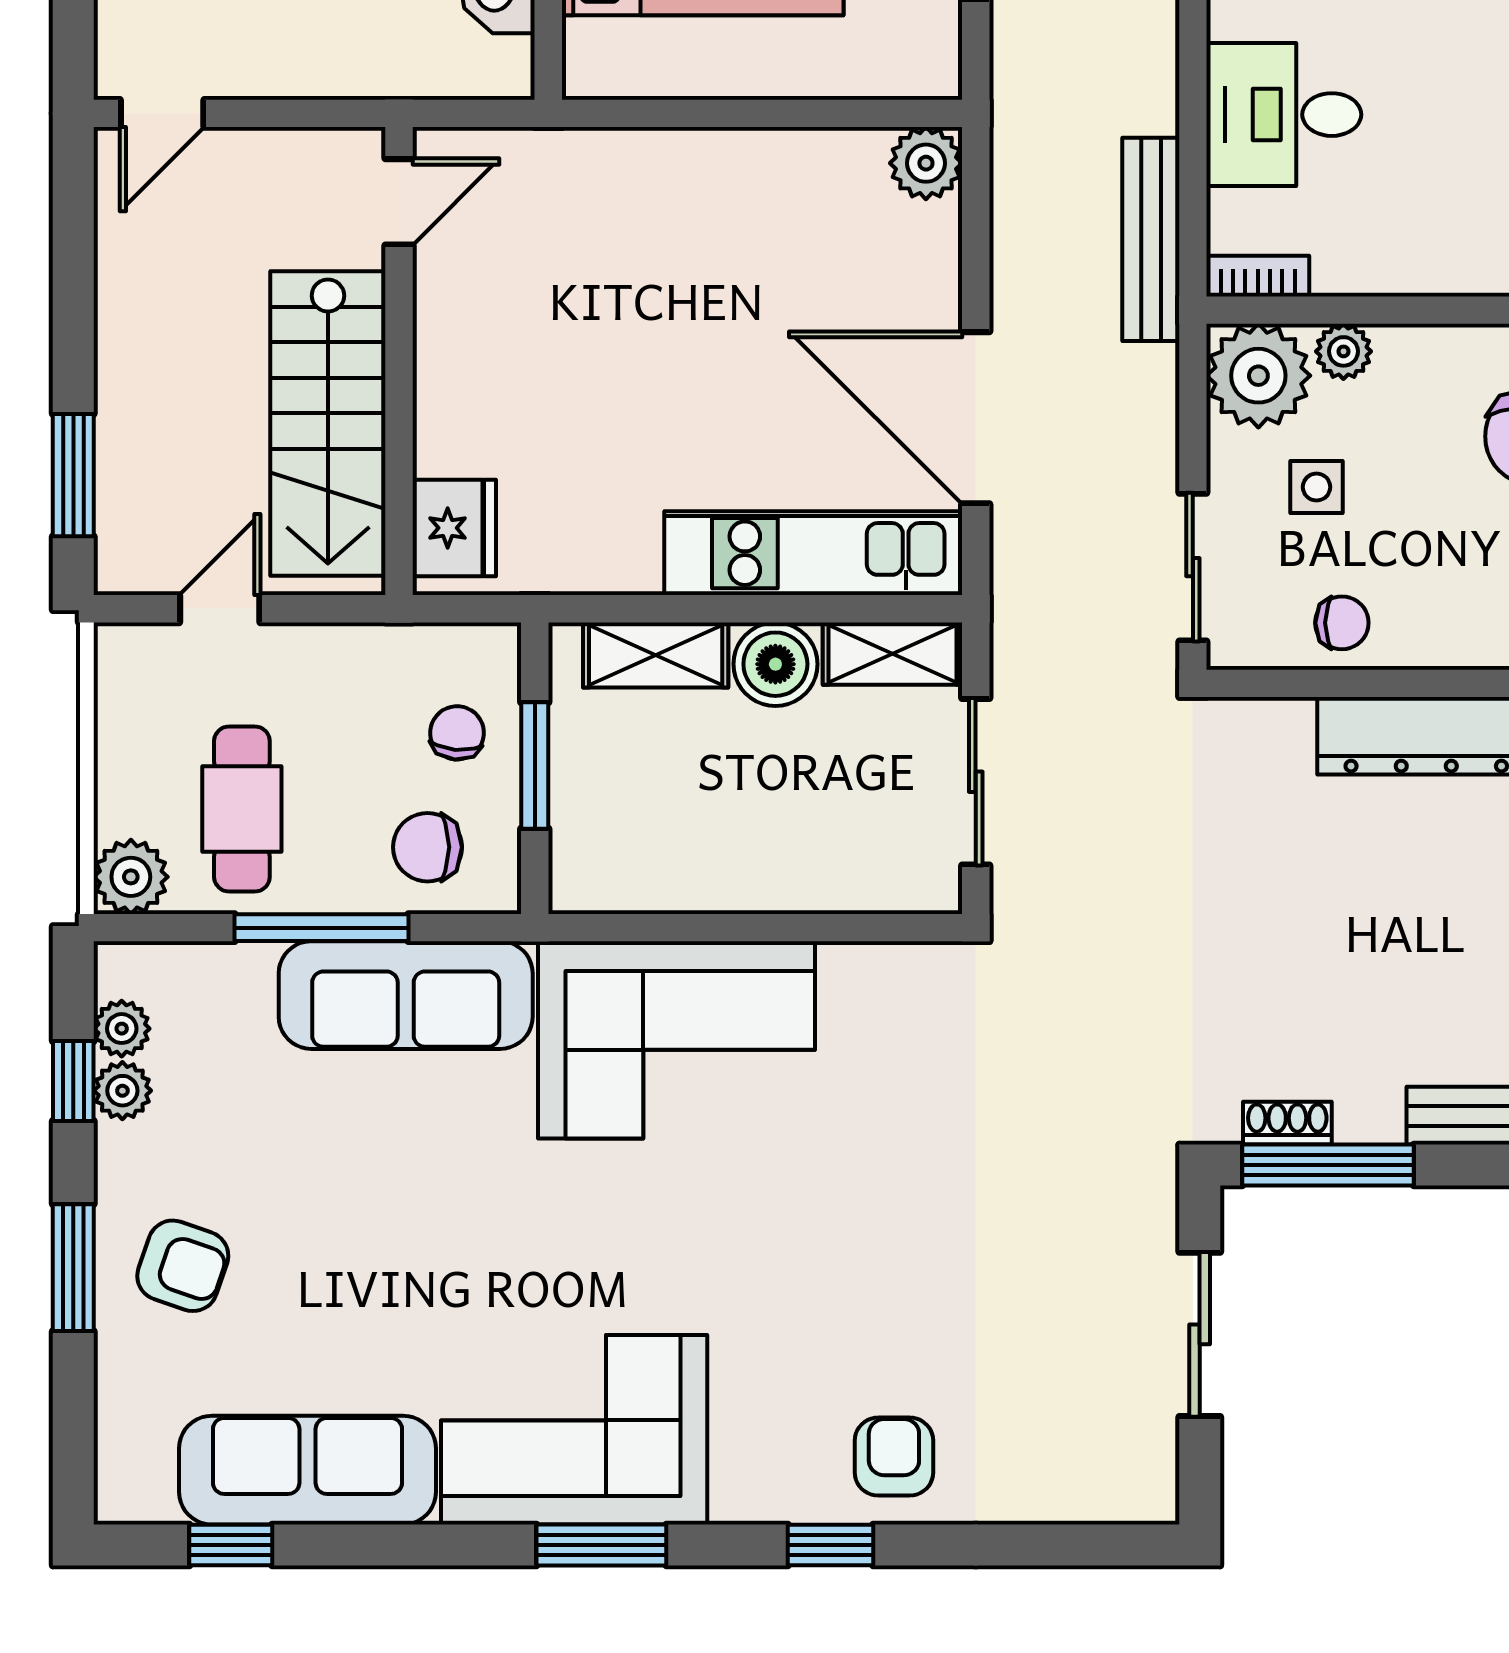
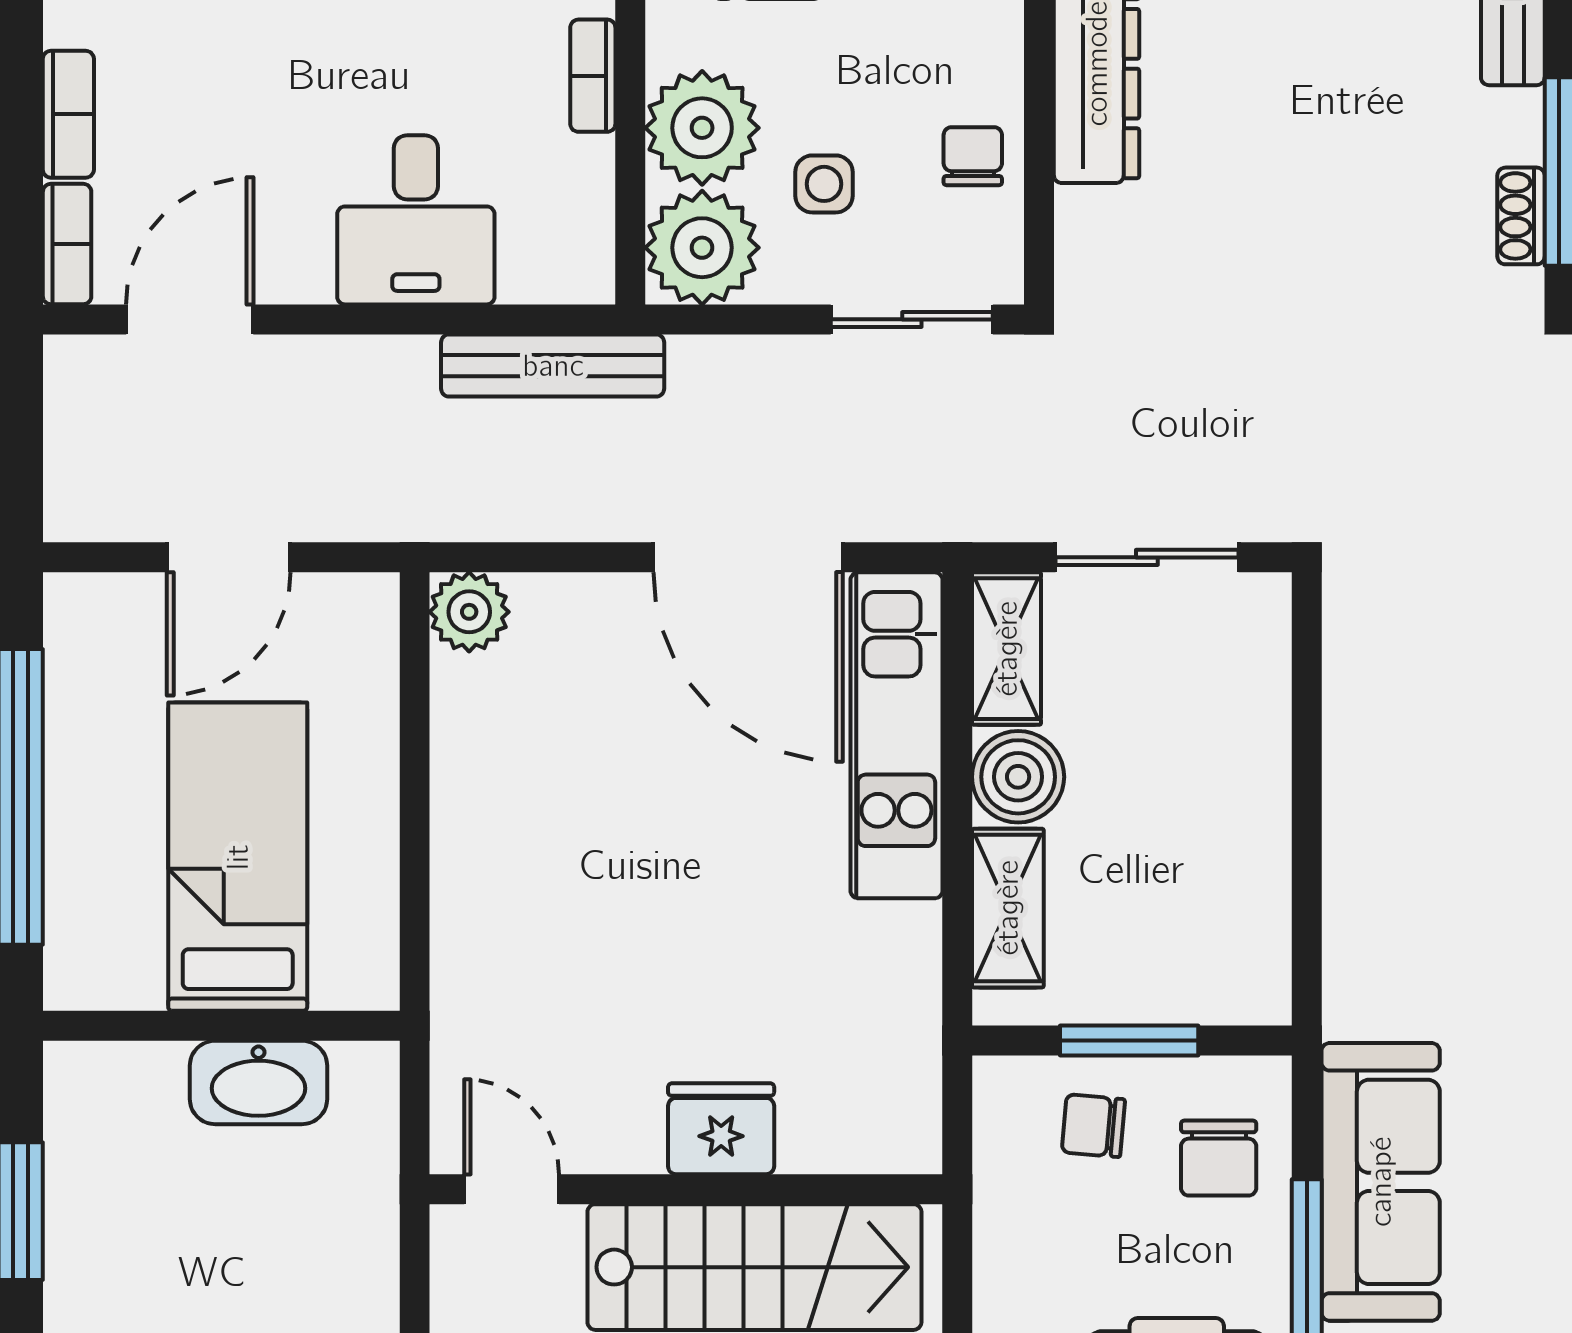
bookcase: (1258, 276) -> (593, 76), moved
plant: (1343, 351) -> (702, 128), width x1.87, depth x1.87
door: (976, 418) -> (748, 557), hinge flipped
fridge: (454, 528) -> (721, 1129), moved
corner sofa: (676, 1040) -> (1430, 885), removed

